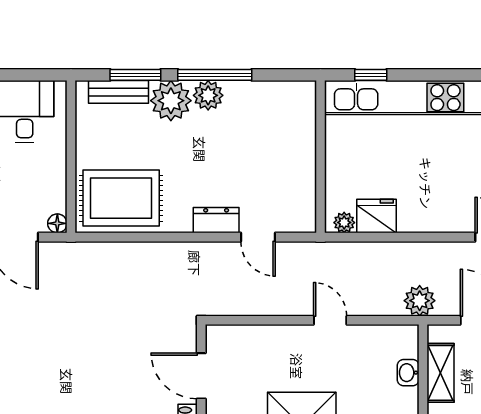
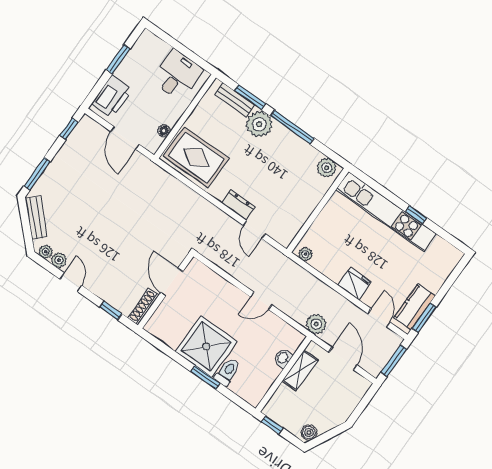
window: (371, 75) -> (416, 215), moved
plant: (208, 95) -> (327, 168), moved
fridge: (377, 216) -> (355, 284), moved
floor lamp: (57, 223) -> (164, 131), moved
door: (330, 320) -> (261, 301), swing flipped

